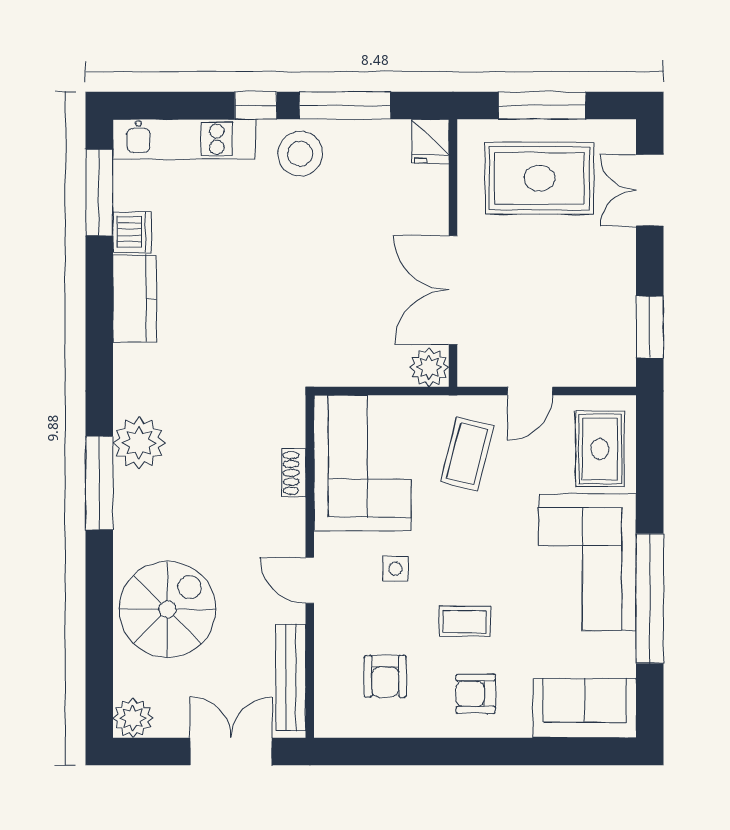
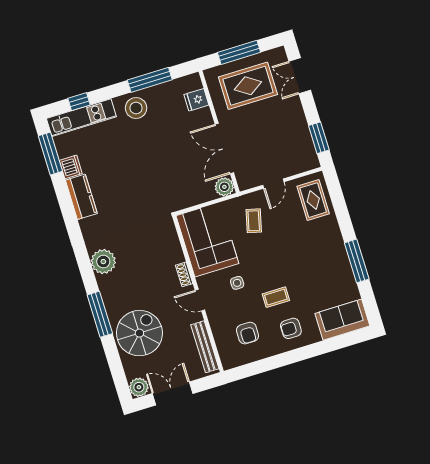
window: (256, 105) -> (79, 102), moved
fridge: (430, 141) -> (196, 100), moved, turned 90
coffee table: (467, 454) -> (254, 221), width x0.73, depth x0.77
shoe rack: (294, 473) -> (184, 274), moved
window: (99, 483) -> (100, 314), moved
corner sofa: (587, 562) -> (323, 253), removed
window: (650, 599) -> (357, 261), width x0.68
double door: (231, 751) -> (173, 393), moved

